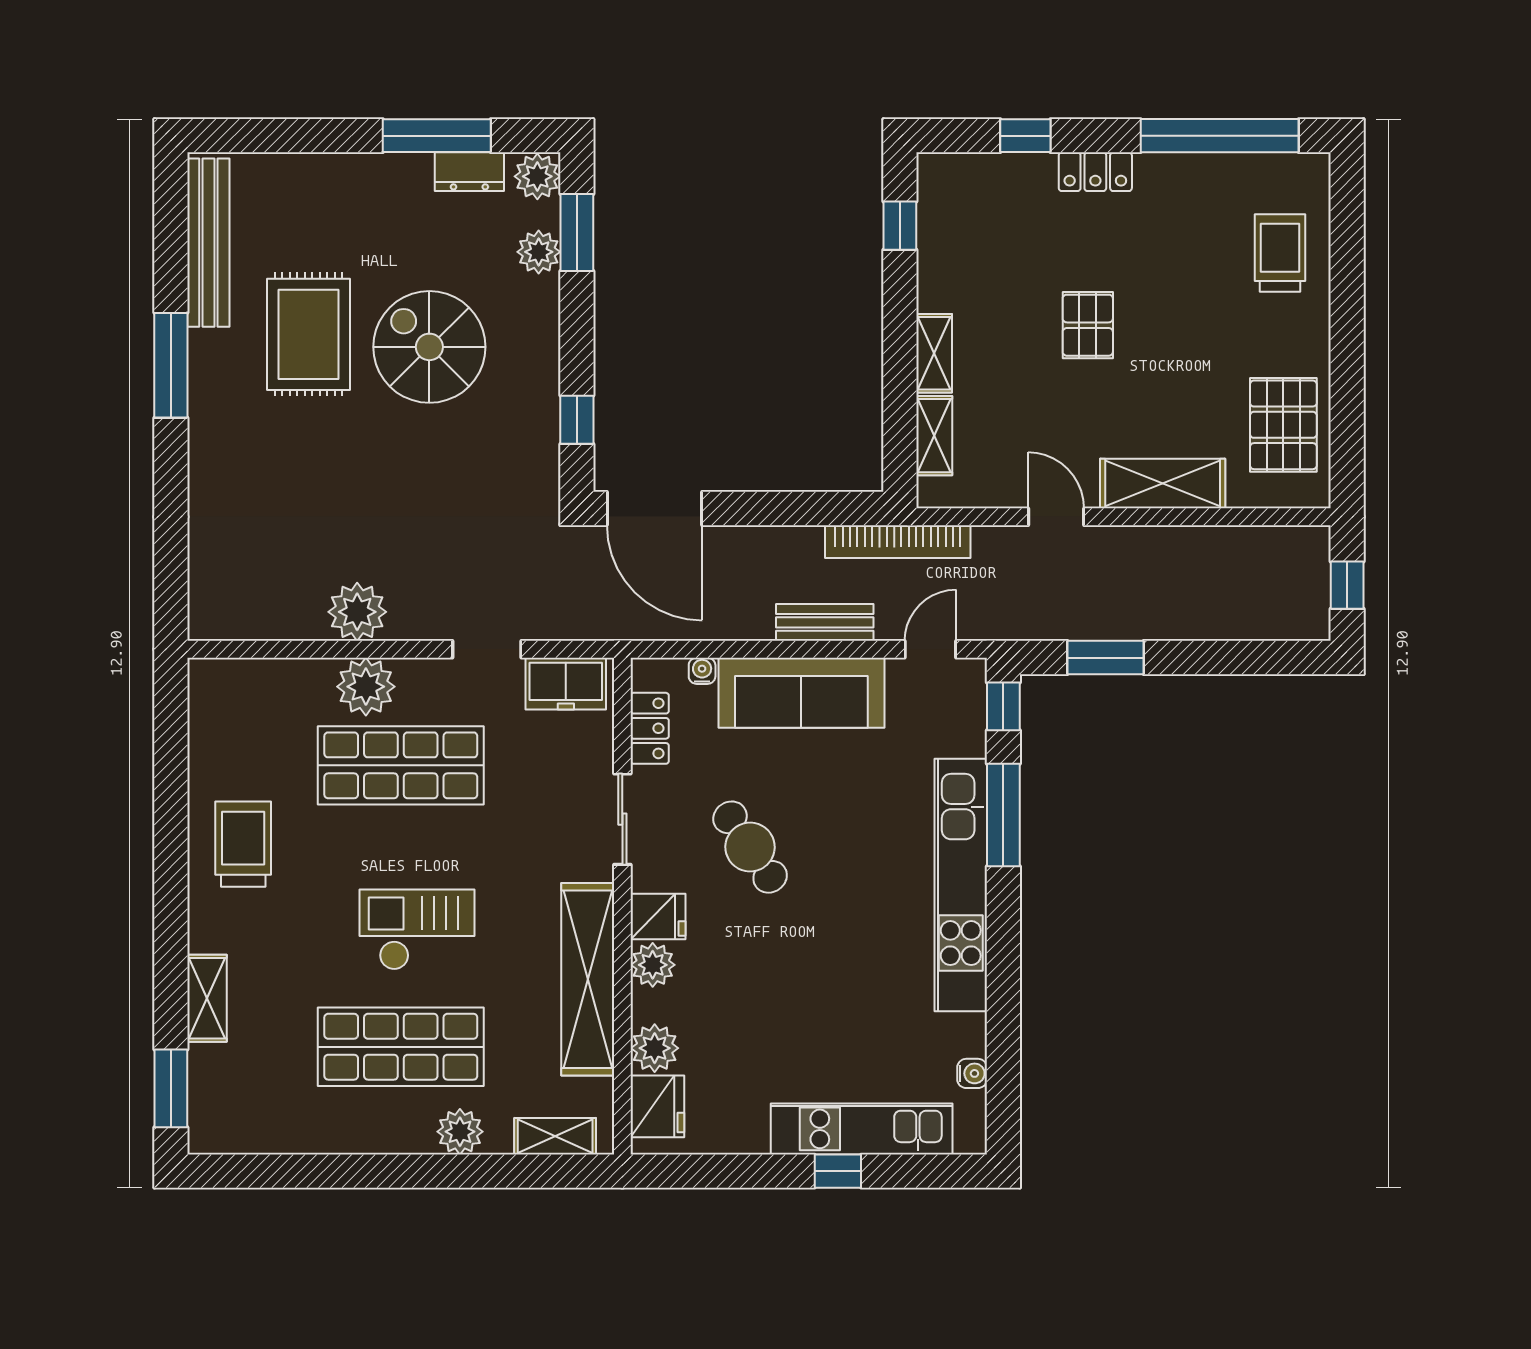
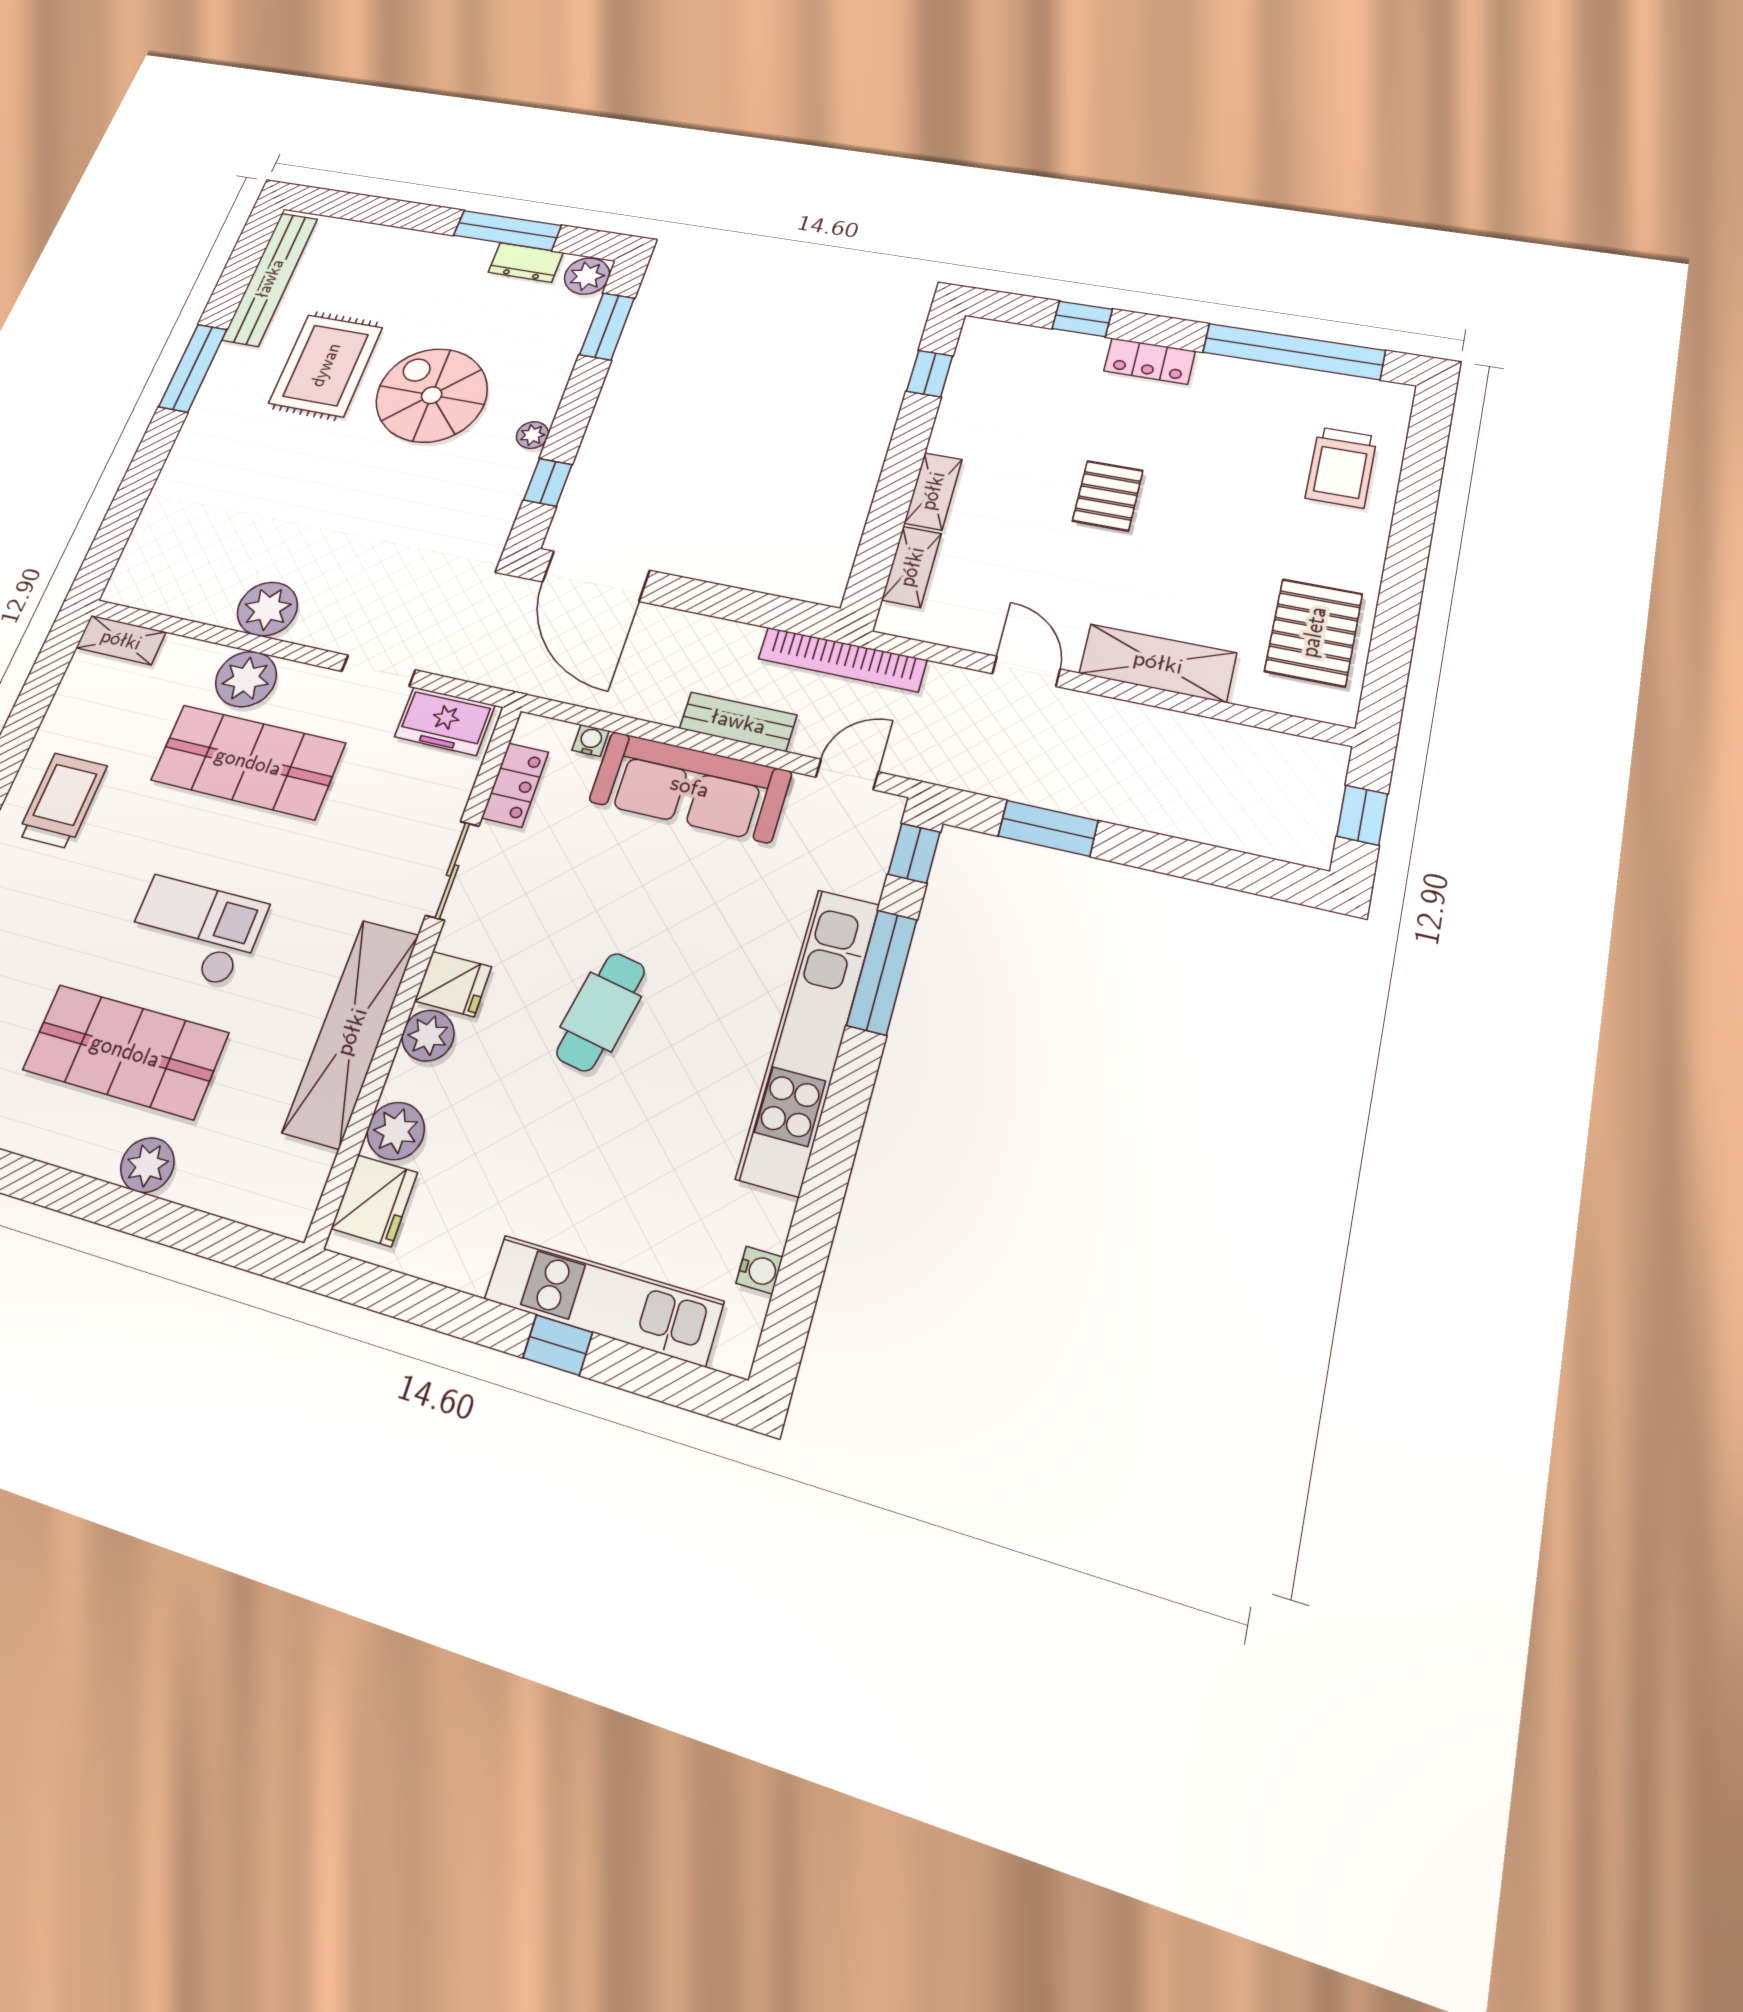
plant: (539, 252) -> (532, 435), moved, width x0.73, depth x0.73
trolley: (1280, 253) -> (1341, 467), turned 180
cafe table: (750, 847) -> (601, 1012), moved, turned 45
shelving: (555, 1136) -> (121, 640), moved

